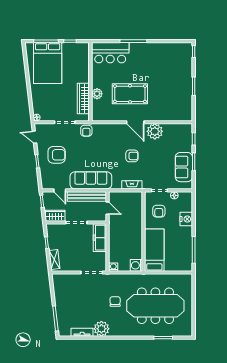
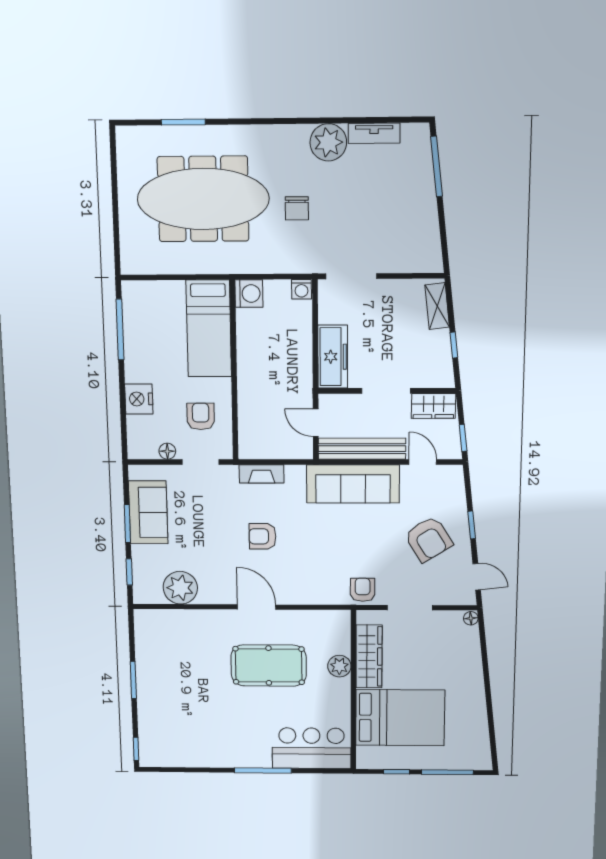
bed: (48, 63) -> (400, 718), moved, turned 90
plant: (155, 131) -> (180, 588), moved
armchair: (57, 155) -> (429, 539), turned -122

